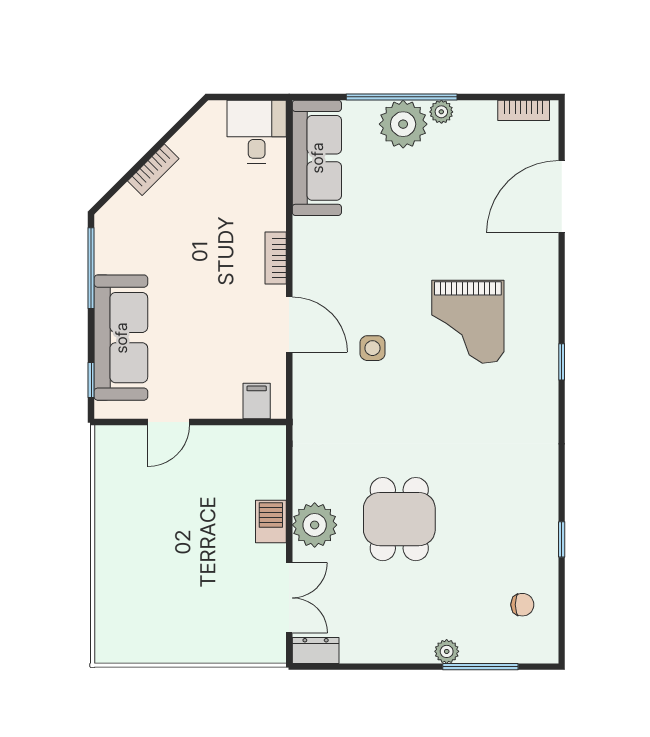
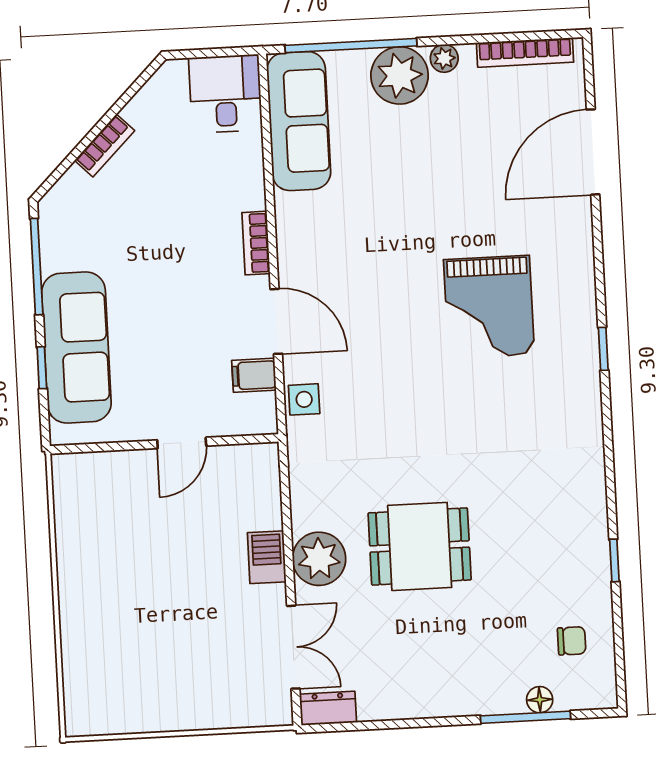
window: (402, 97) -> (351, 46), moved
bookcase: (524, 110) -> (525, 52), width x1.56
side table: (373, 348) -> (304, 399), moved
window: (91, 380) -> (42, 368), moved
filing cabinet: (257, 401) -> (254, 375), moved, turned -90
door: (169, 422) -> (182, 443), moved
dining table: (399, 519) -> (420, 546), turned 90
plant: (447, 651) -> (484, 701), removed
floor lamp: (493, 653) -> (540, 700), added

